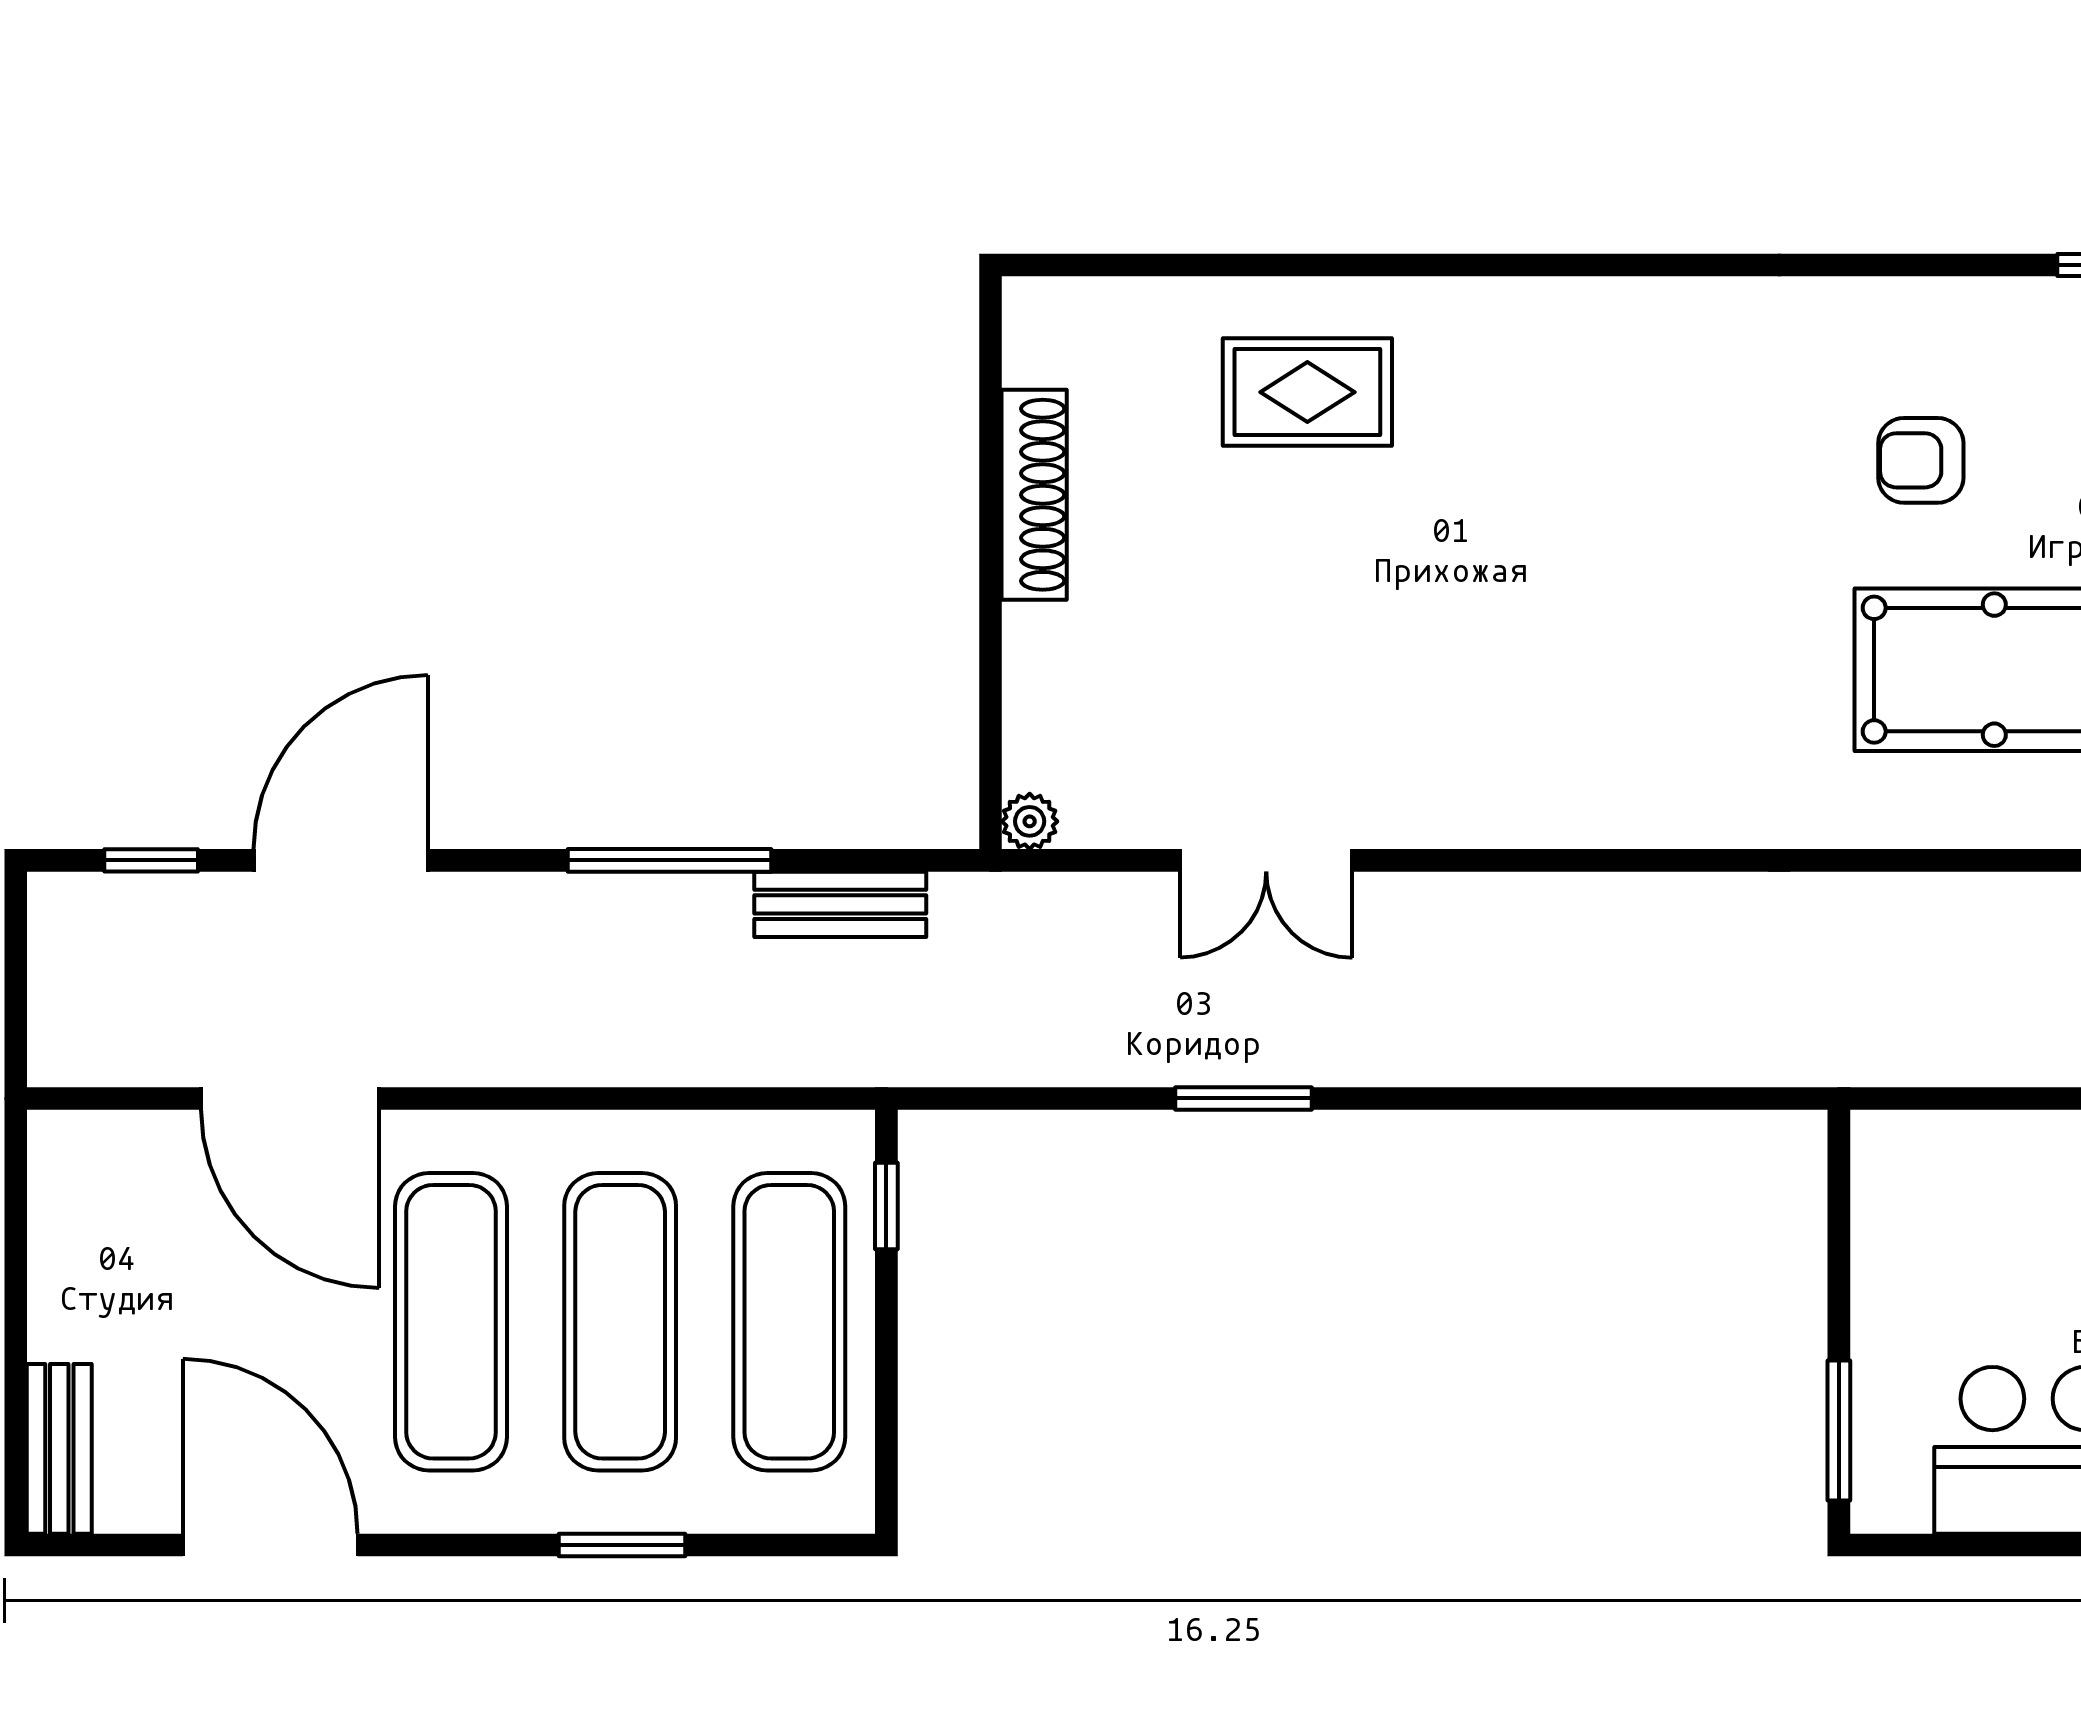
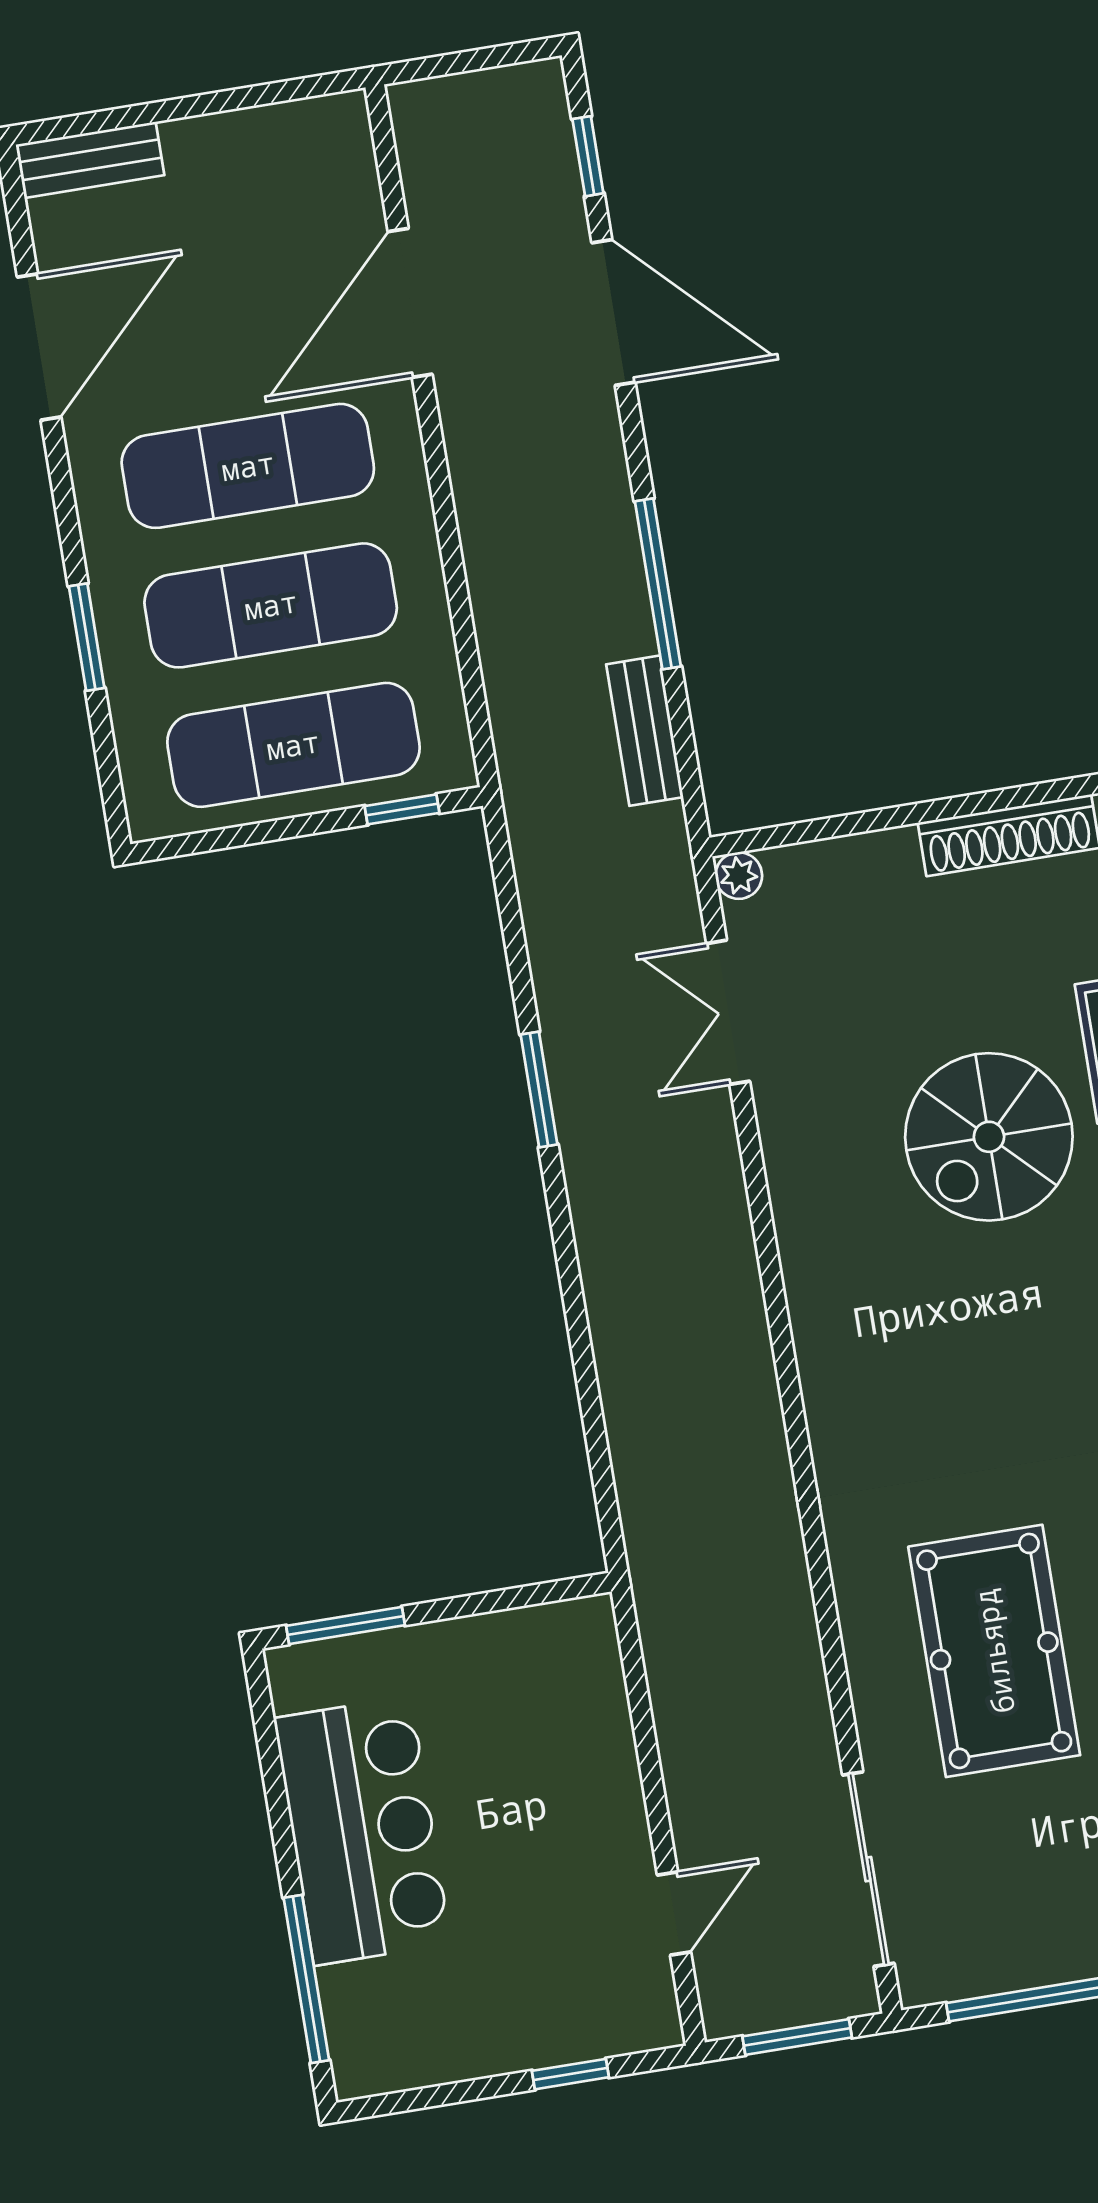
spiral stairs: (1386, 577) -> (989, 1137), added
double door: (1266, 860) -> (728, 1012), moved

